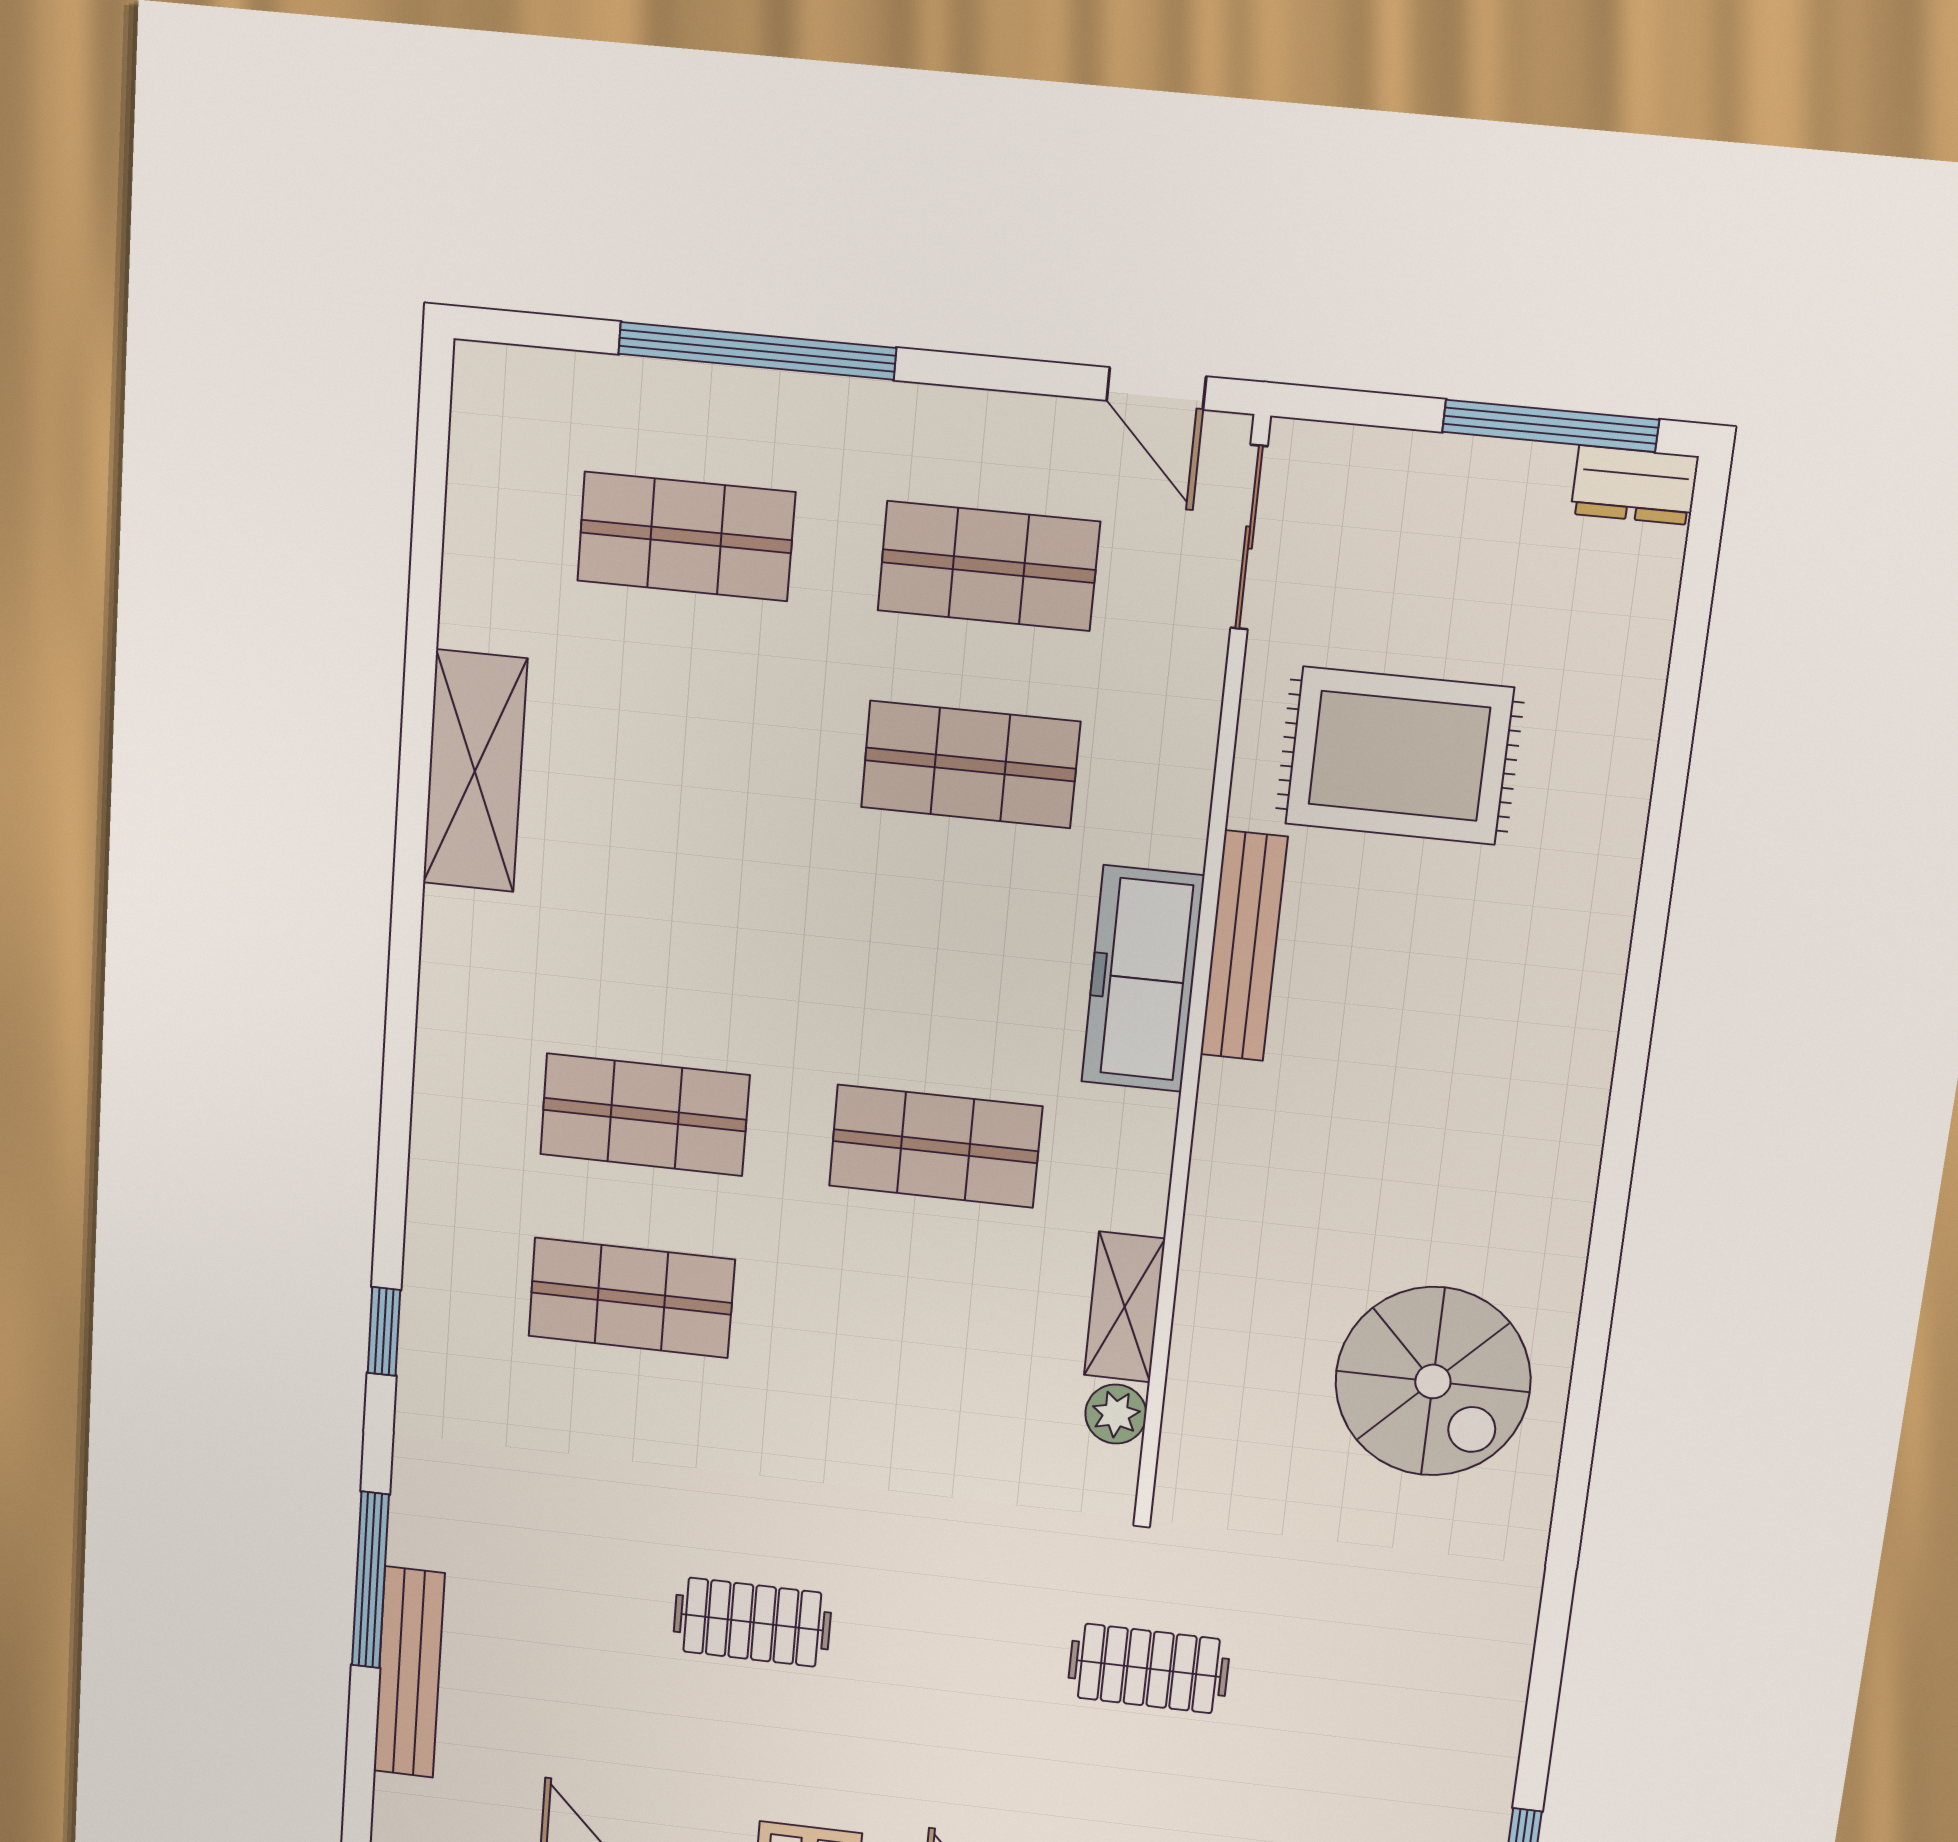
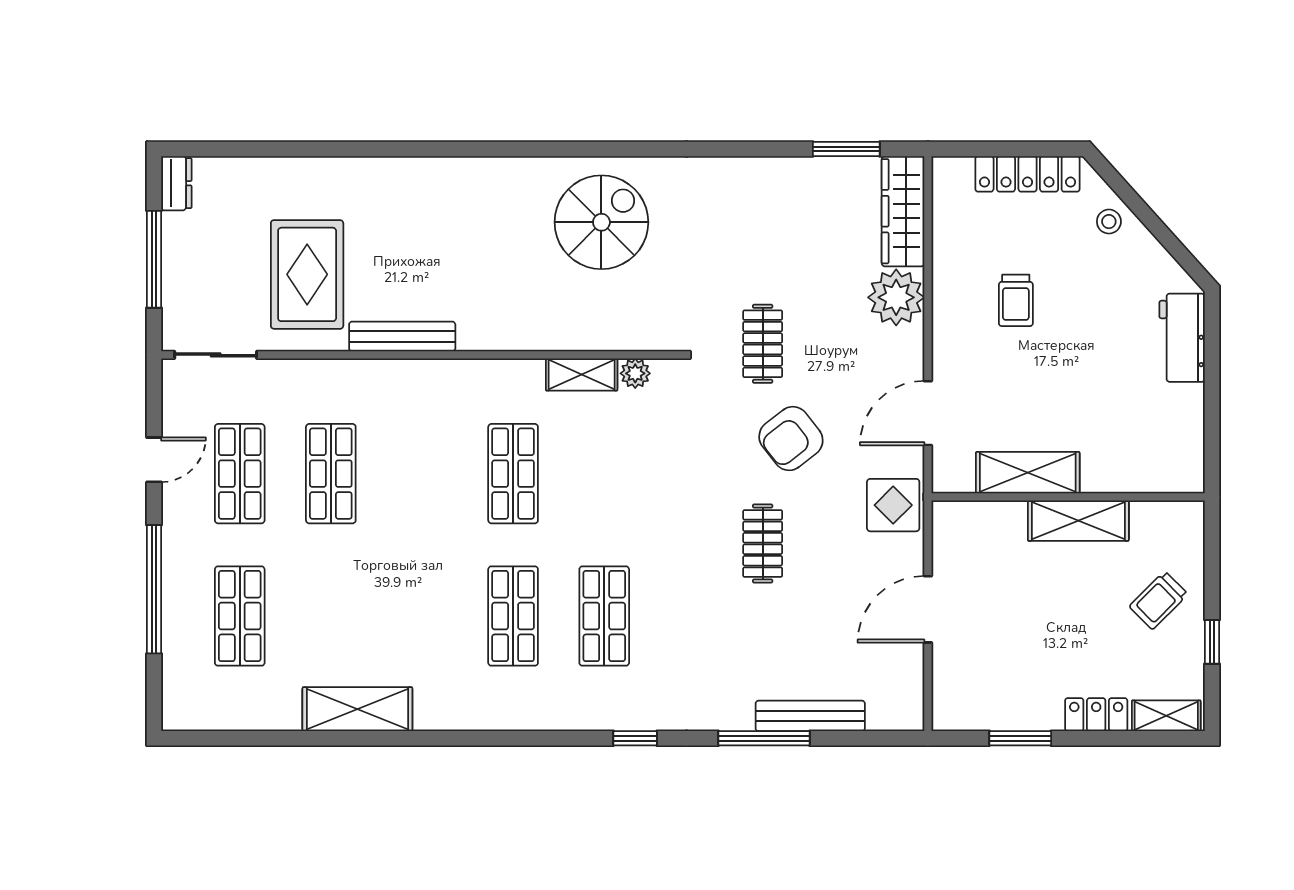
door: (1156, 389) -> (154, 460), moved
window: (1550, 426) -> (154, 259), moved
freezer: (1143, 979) -> (423, 382), removed
armchair: (955, 1700) -> (791, 439), added

